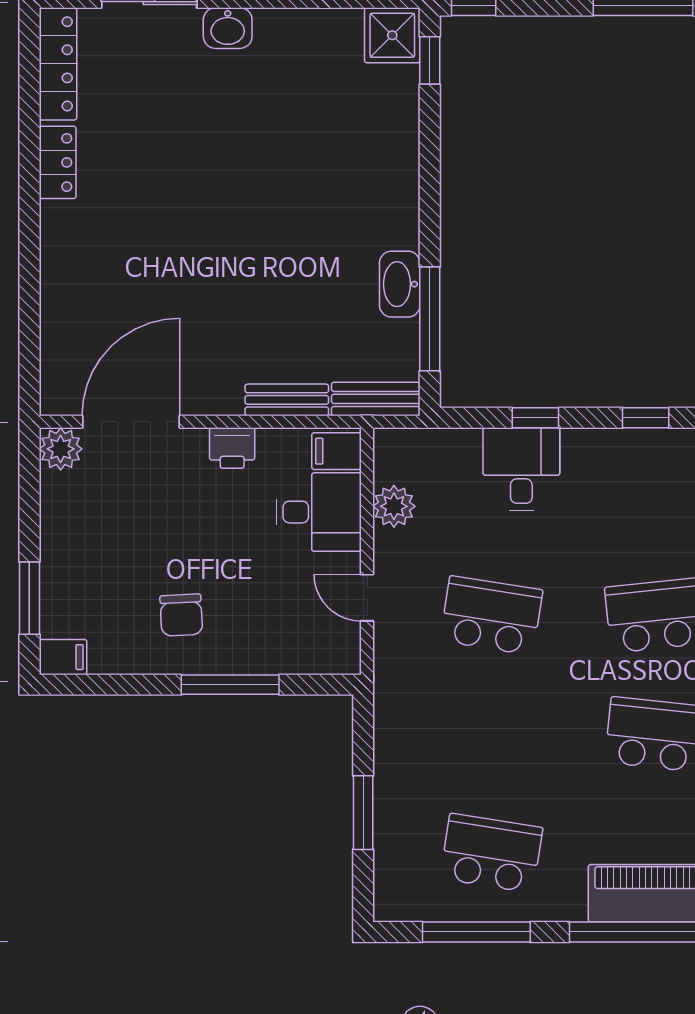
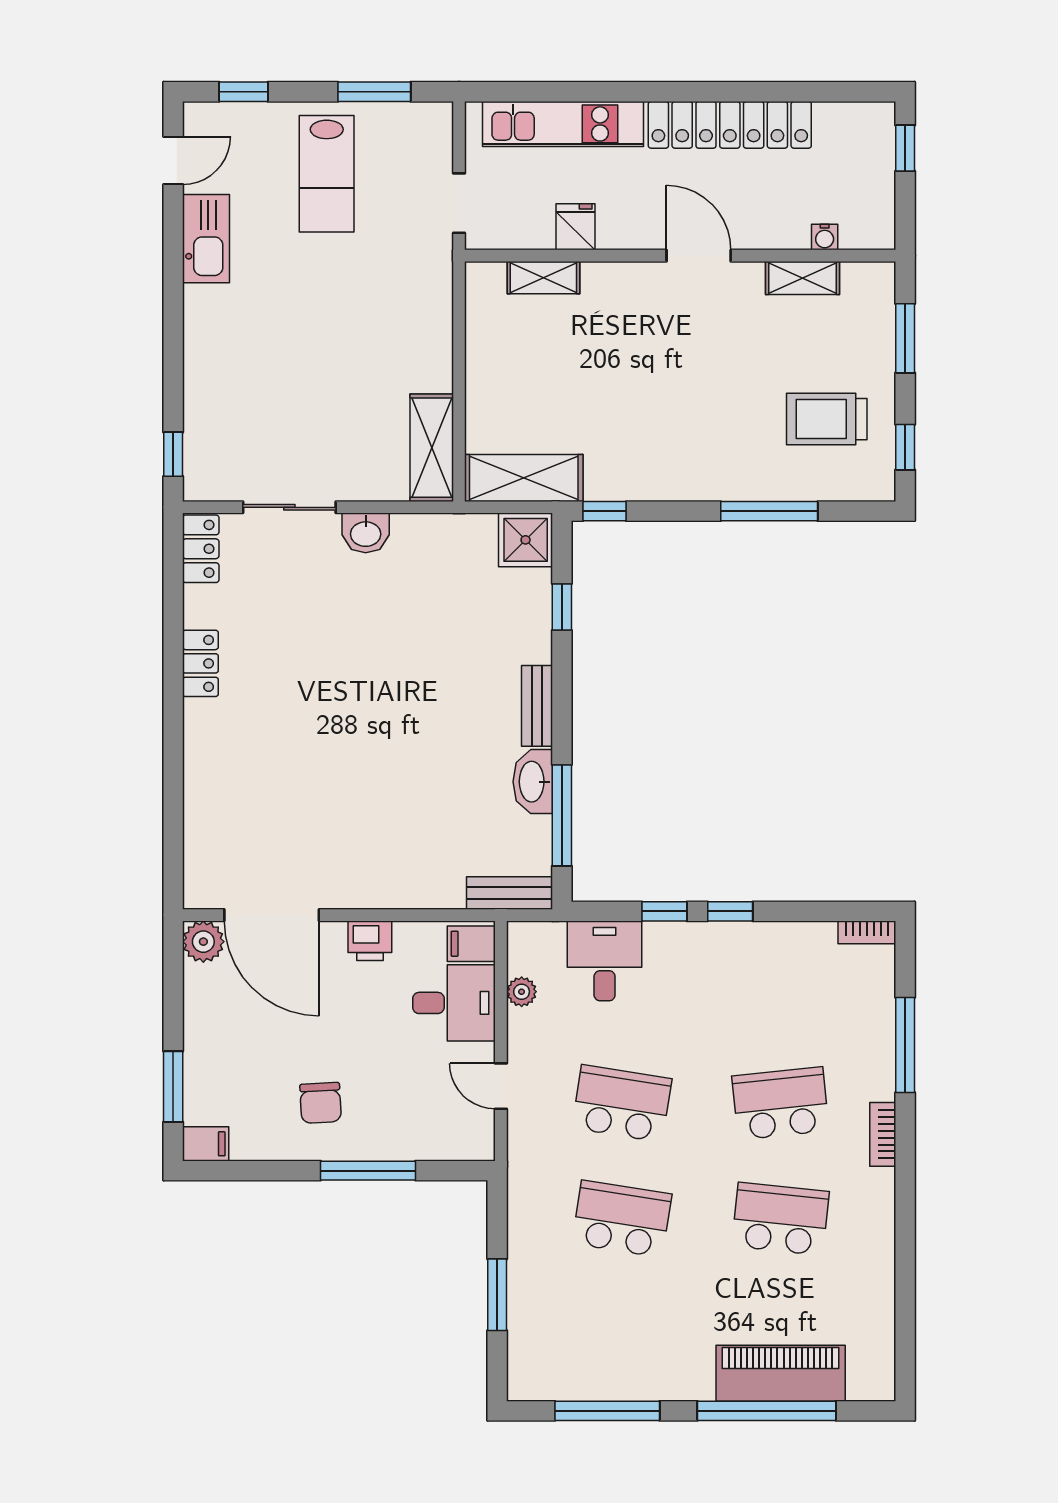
window: (430, 60) -> (562, 607), moved
locker: (58, 64) -> (201, 549), width x0.66
bench: (287, 400) -> (537, 706), moved, turned 90
window: (646, 418) -> (730, 911), moved
door: (131, 422) -> (272, 915), swing flipped
desk: (521, 469) -> (605, 961), moved
plant: (394, 506) -> (522, 992), width x0.73, depth x0.73
school desk: (491, 853) -> (622, 1219), moved

